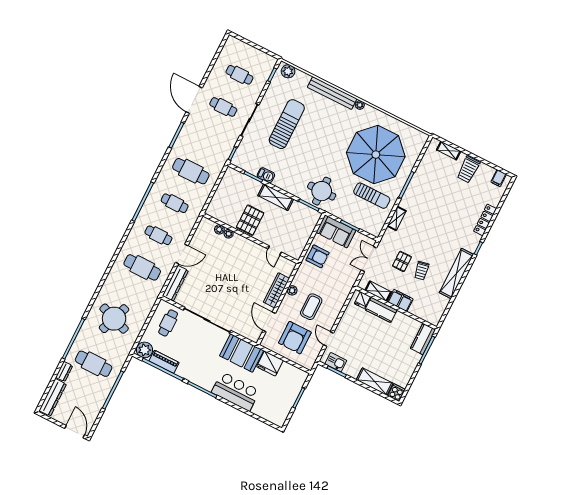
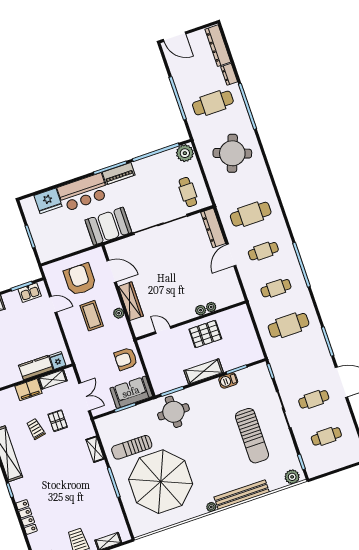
pallet: (250, 220) -> (205, 334), turned 90
plant: (219, 229) -> (201, 310), moved
piano: (164, 362) -> (119, 174), moved
fridge: (270, 364) -> (48, 201), moved, turned 180

